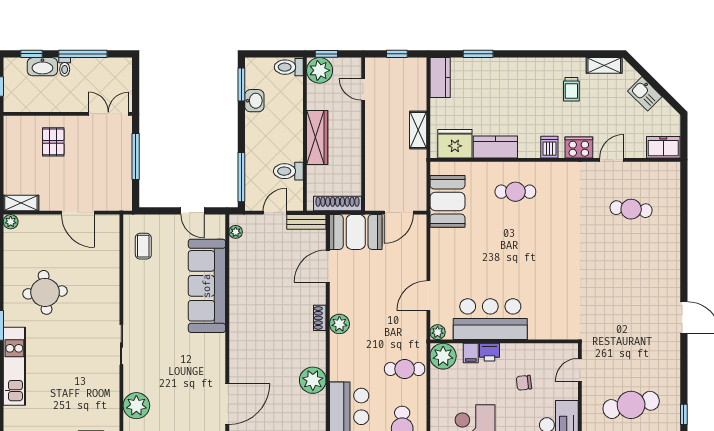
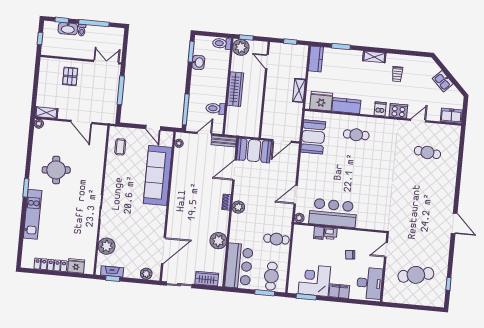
shelving: (604, 65) -> (374, 57), moved
shoe rack: (337, 204) -> (244, 132), removed
plant: (443, 356) -> (301, 233), removed

